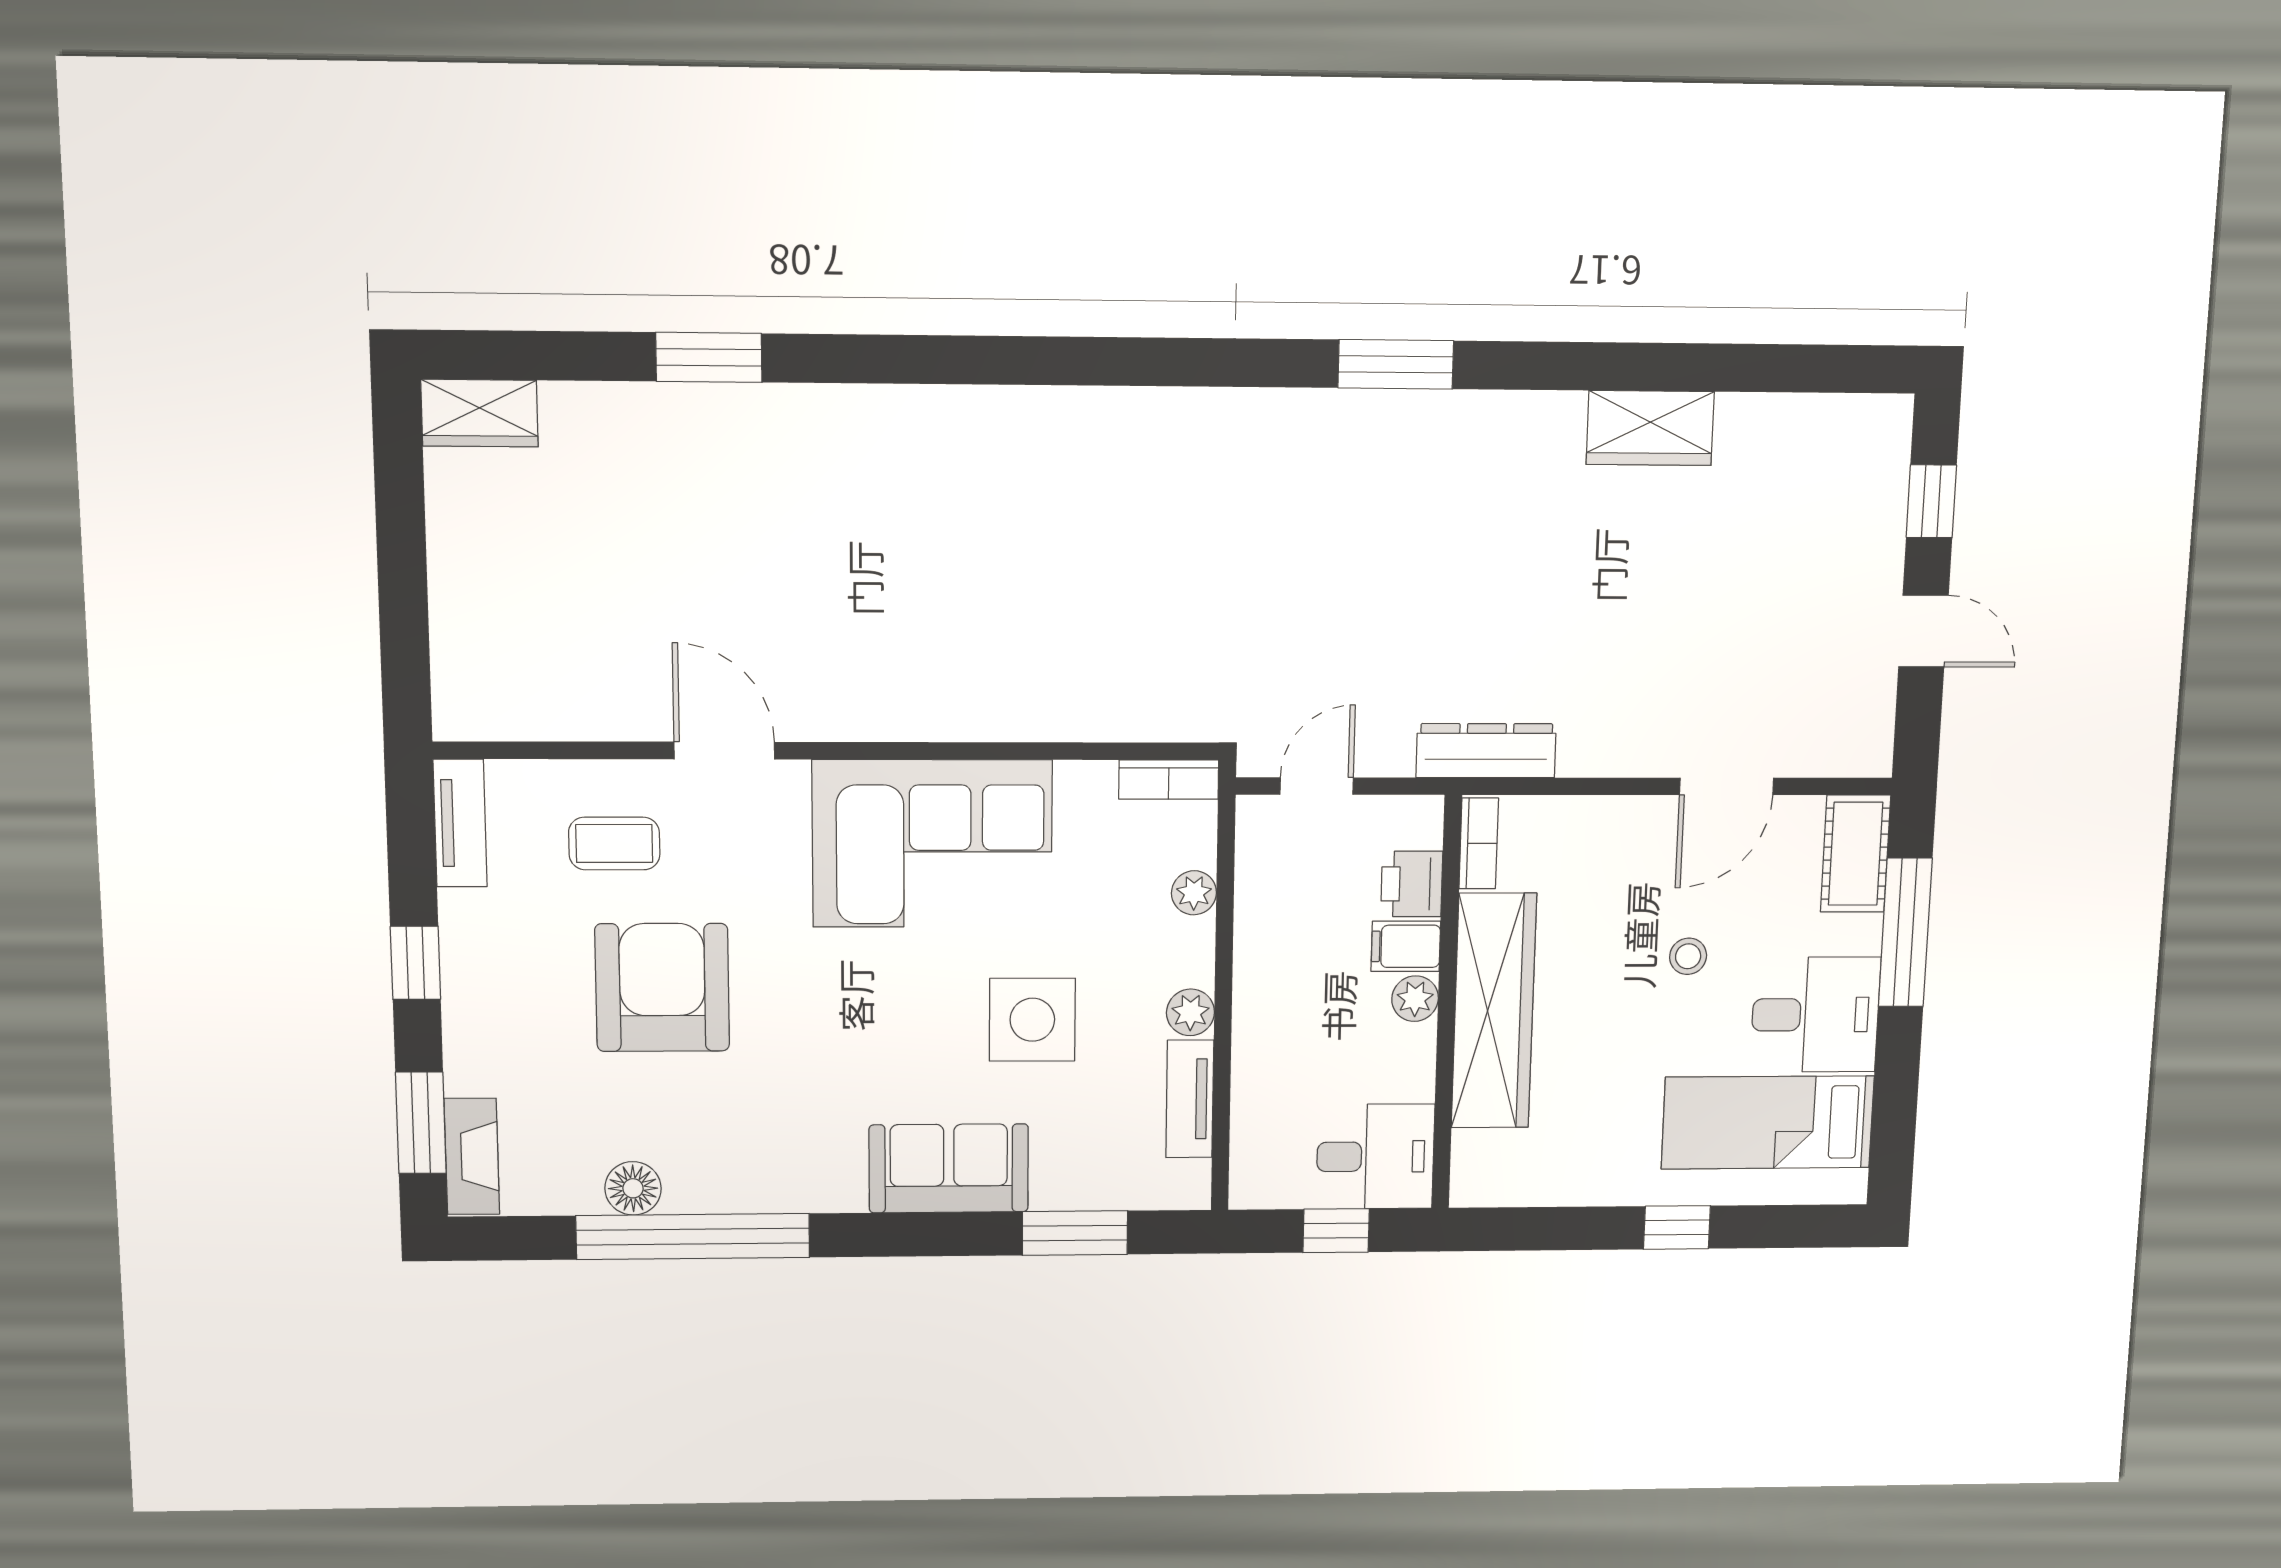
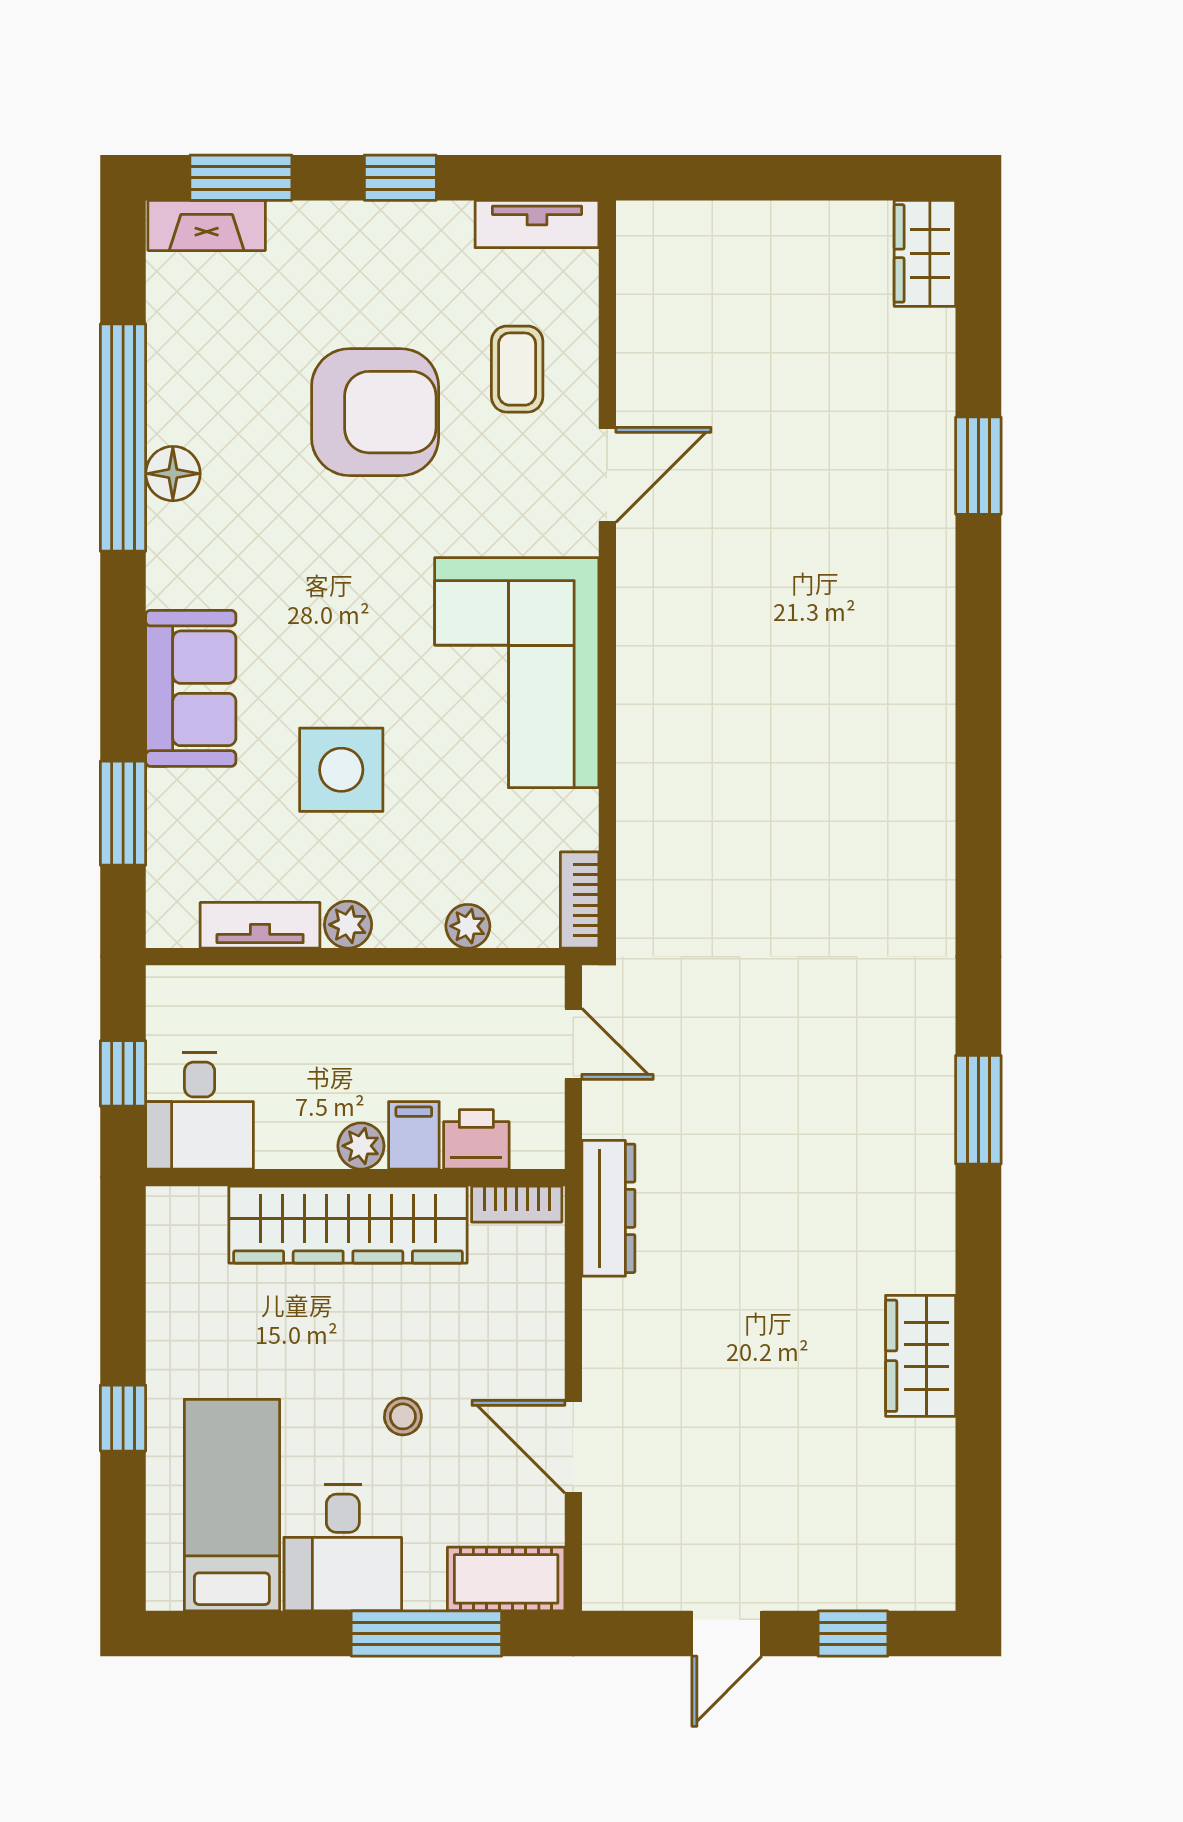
floor lamp: (633, 1188) -> (173, 474), moved

